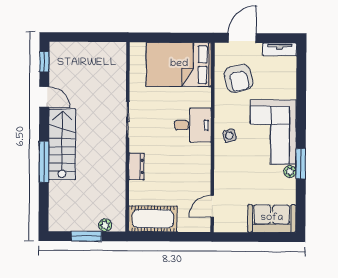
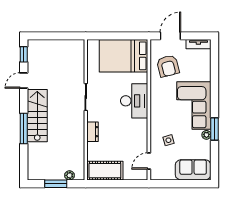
door: (44, 97) -> (24, 80), swing flipped
desk: (193, 125) -> (134, 101), width x1.37
side table: (229, 136) -> (168, 140), moved

